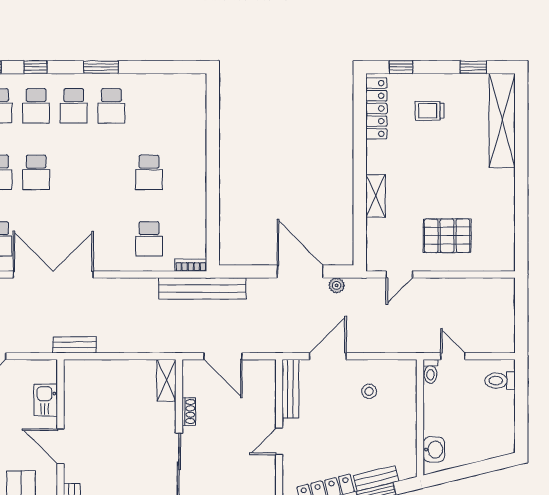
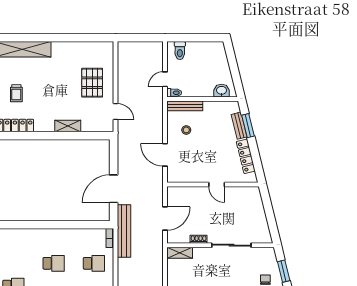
door: (300, 271) -> (114, 189), moved
plant: (337, 285) -> (122, 150), removed
bench: (290, 389) -> (185, 106), moved

